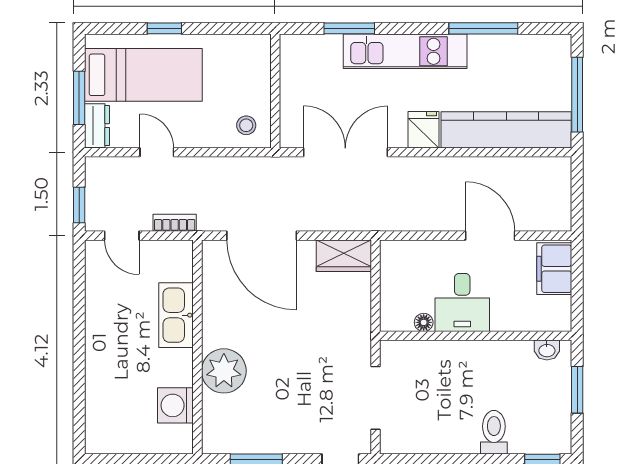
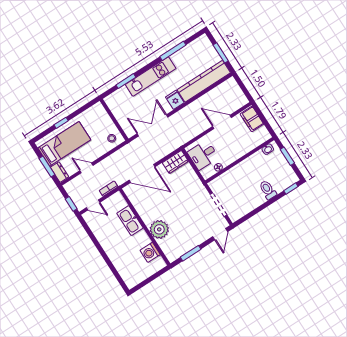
window: (577, 95) -> (221, 53), width x0.69
desk: (462, 302) -> (203, 155), moved, turned 90

